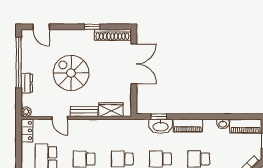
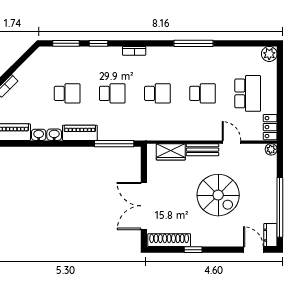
dresser: (27, 83) -> (270, 235), moved
window: (159, 117) -> (114, 144), width x2.17
washbasin: (161, 126) -> (54, 135), moved, width x0.52, depth x0.69

